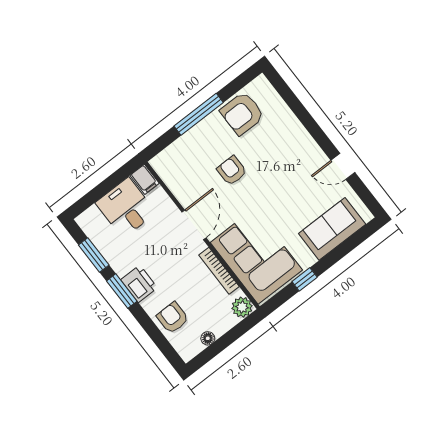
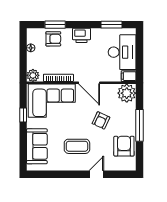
plant: (169, 164) -> (127, 93), added
door: (343, 166) -> (96, 174), moved
armchair: (232, 171) -> (101, 120), turned 115
coffee table: (291, 176) -> (77, 146), added
desk: (126, 208) -> (122, 52), width x1.37
window: (122, 291) -> (55, 25), moved

